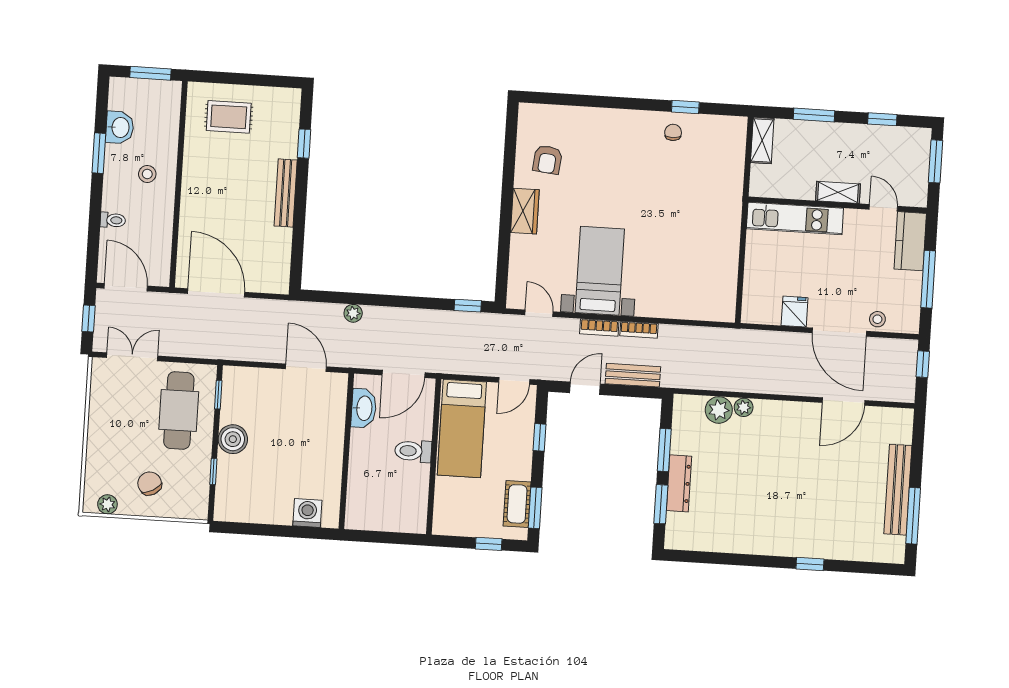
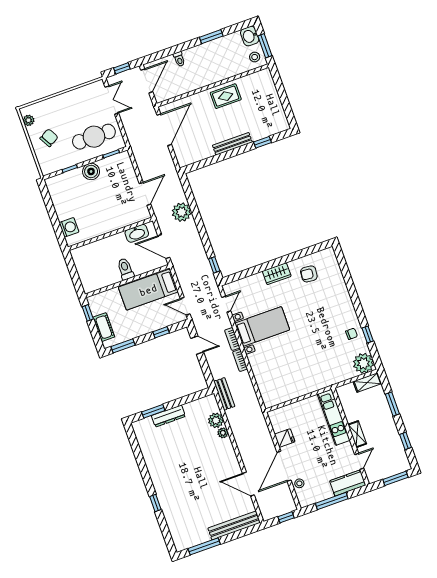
rug: (229, 117) -> (226, 96), moved, turned 90
washbasin: (120, 127) -> (250, 36), moved, turned 90
plant: (729, 134) -> (363, 363), added
stool: (147, 174) -> (255, 57), moved
plant: (353, 313) -> (182, 212), width x1.87, depth x1.87
bench: (633, 375) -> (224, 394), moved
window: (664, 450) -> (183, 401), removed
bench: (898, 490) -> (234, 525), moved
cot: (517, 504) -> (104, 327), moved, turned 90
window: (489, 544) -> (88, 313), moved

